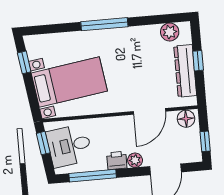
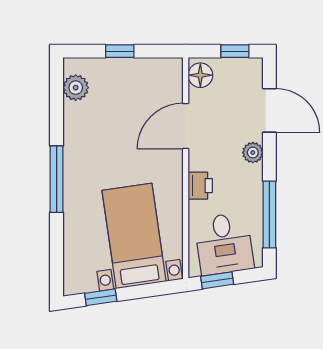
dresser: (185, 71) -> (133, 70), removed
door: (149, 111) -> (186, 126), swing flipped
printer: (117, 160) -> (200, 186), moved, turned 180

